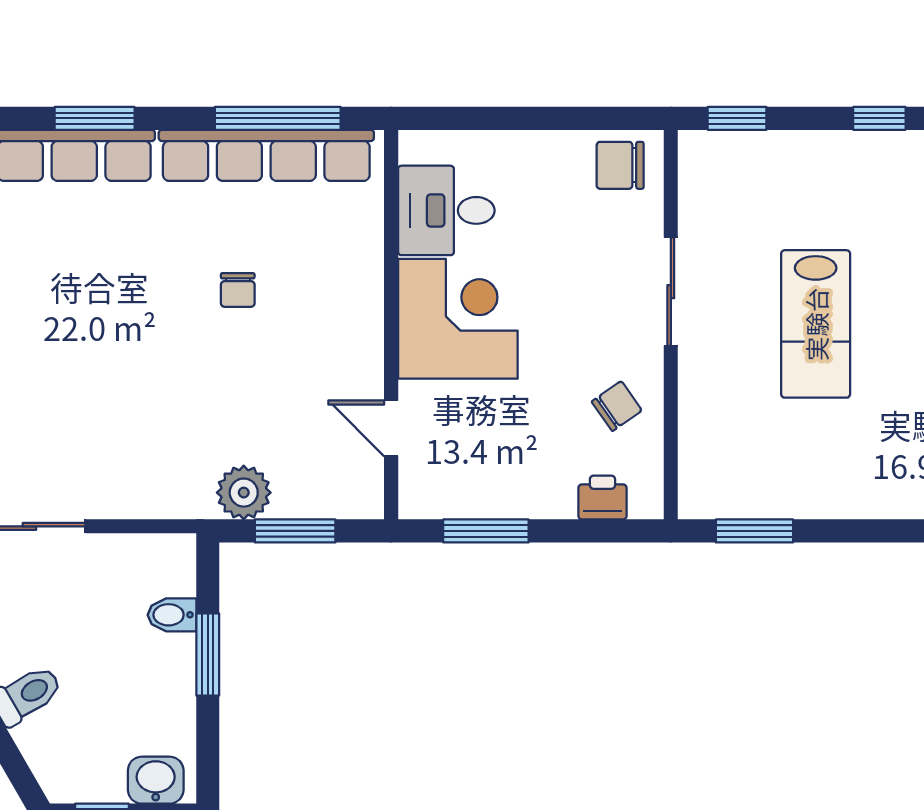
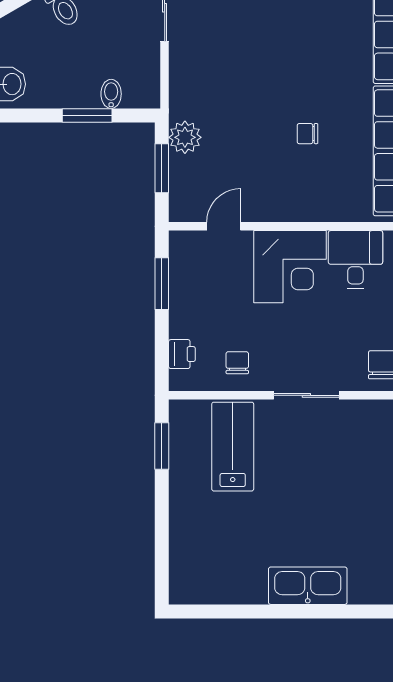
lab bench: (816, 324) -> (233, 447), moved, turned 90
chair: (617, 406) -> (237, 363), turned -145

